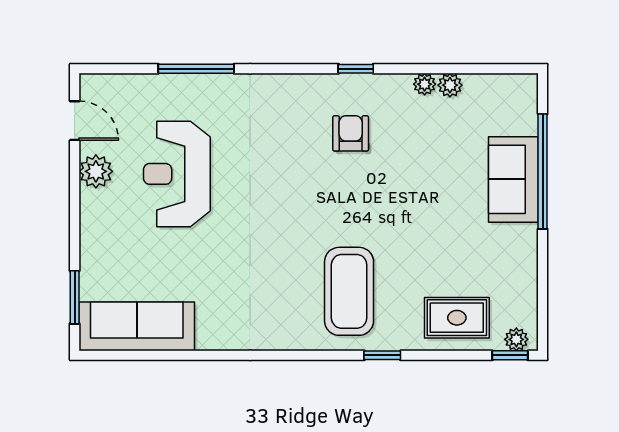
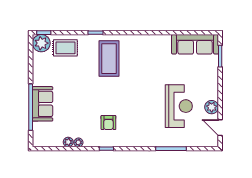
plant: (516, 339) -> (41, 43), width x1.87, depth x1.87

